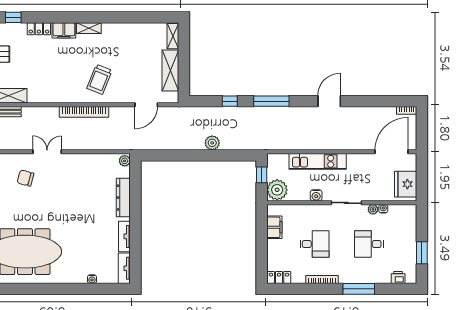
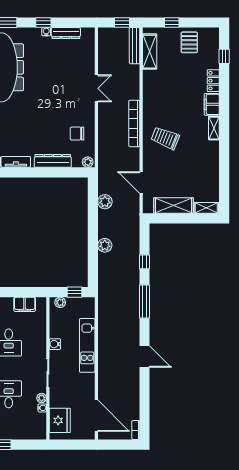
plant: (166, 143) -> (105, 202), added
chair: (25, 178) -> (77, 134), moved, turned -105
fridge: (406, 184) -> (60, 420), moved, turned 90
plant: (277, 190) -> (60, 302), width x0.53, depth x0.53

